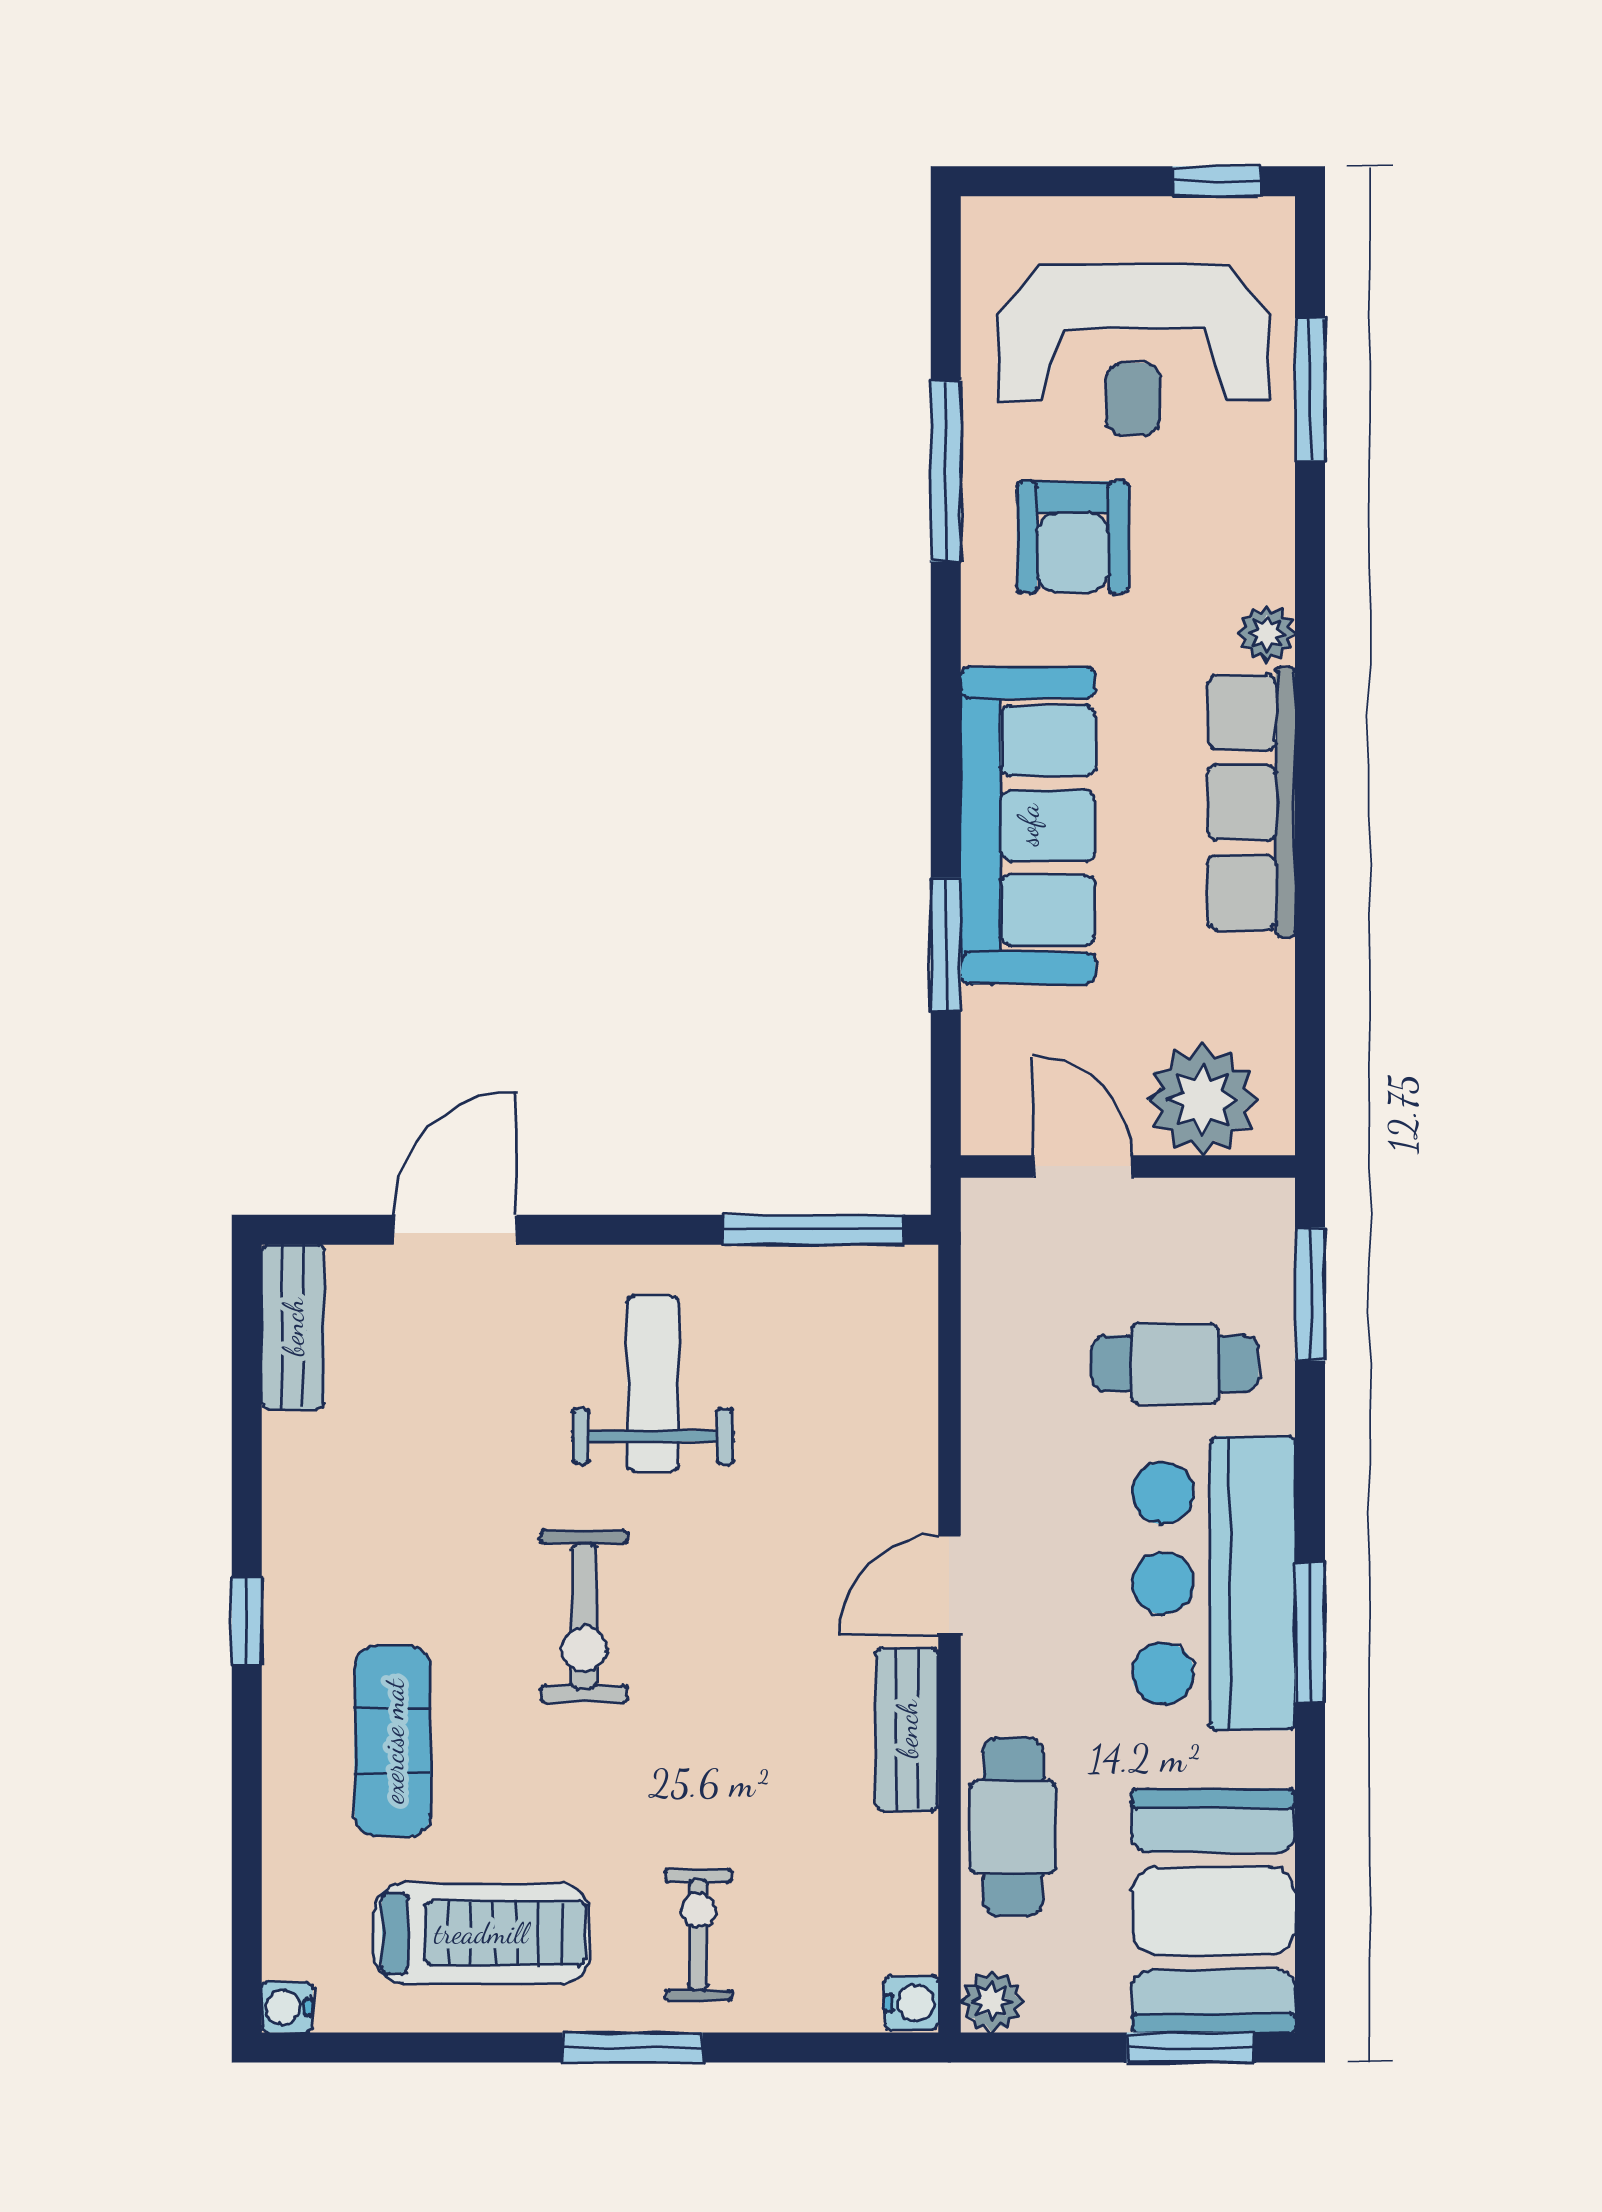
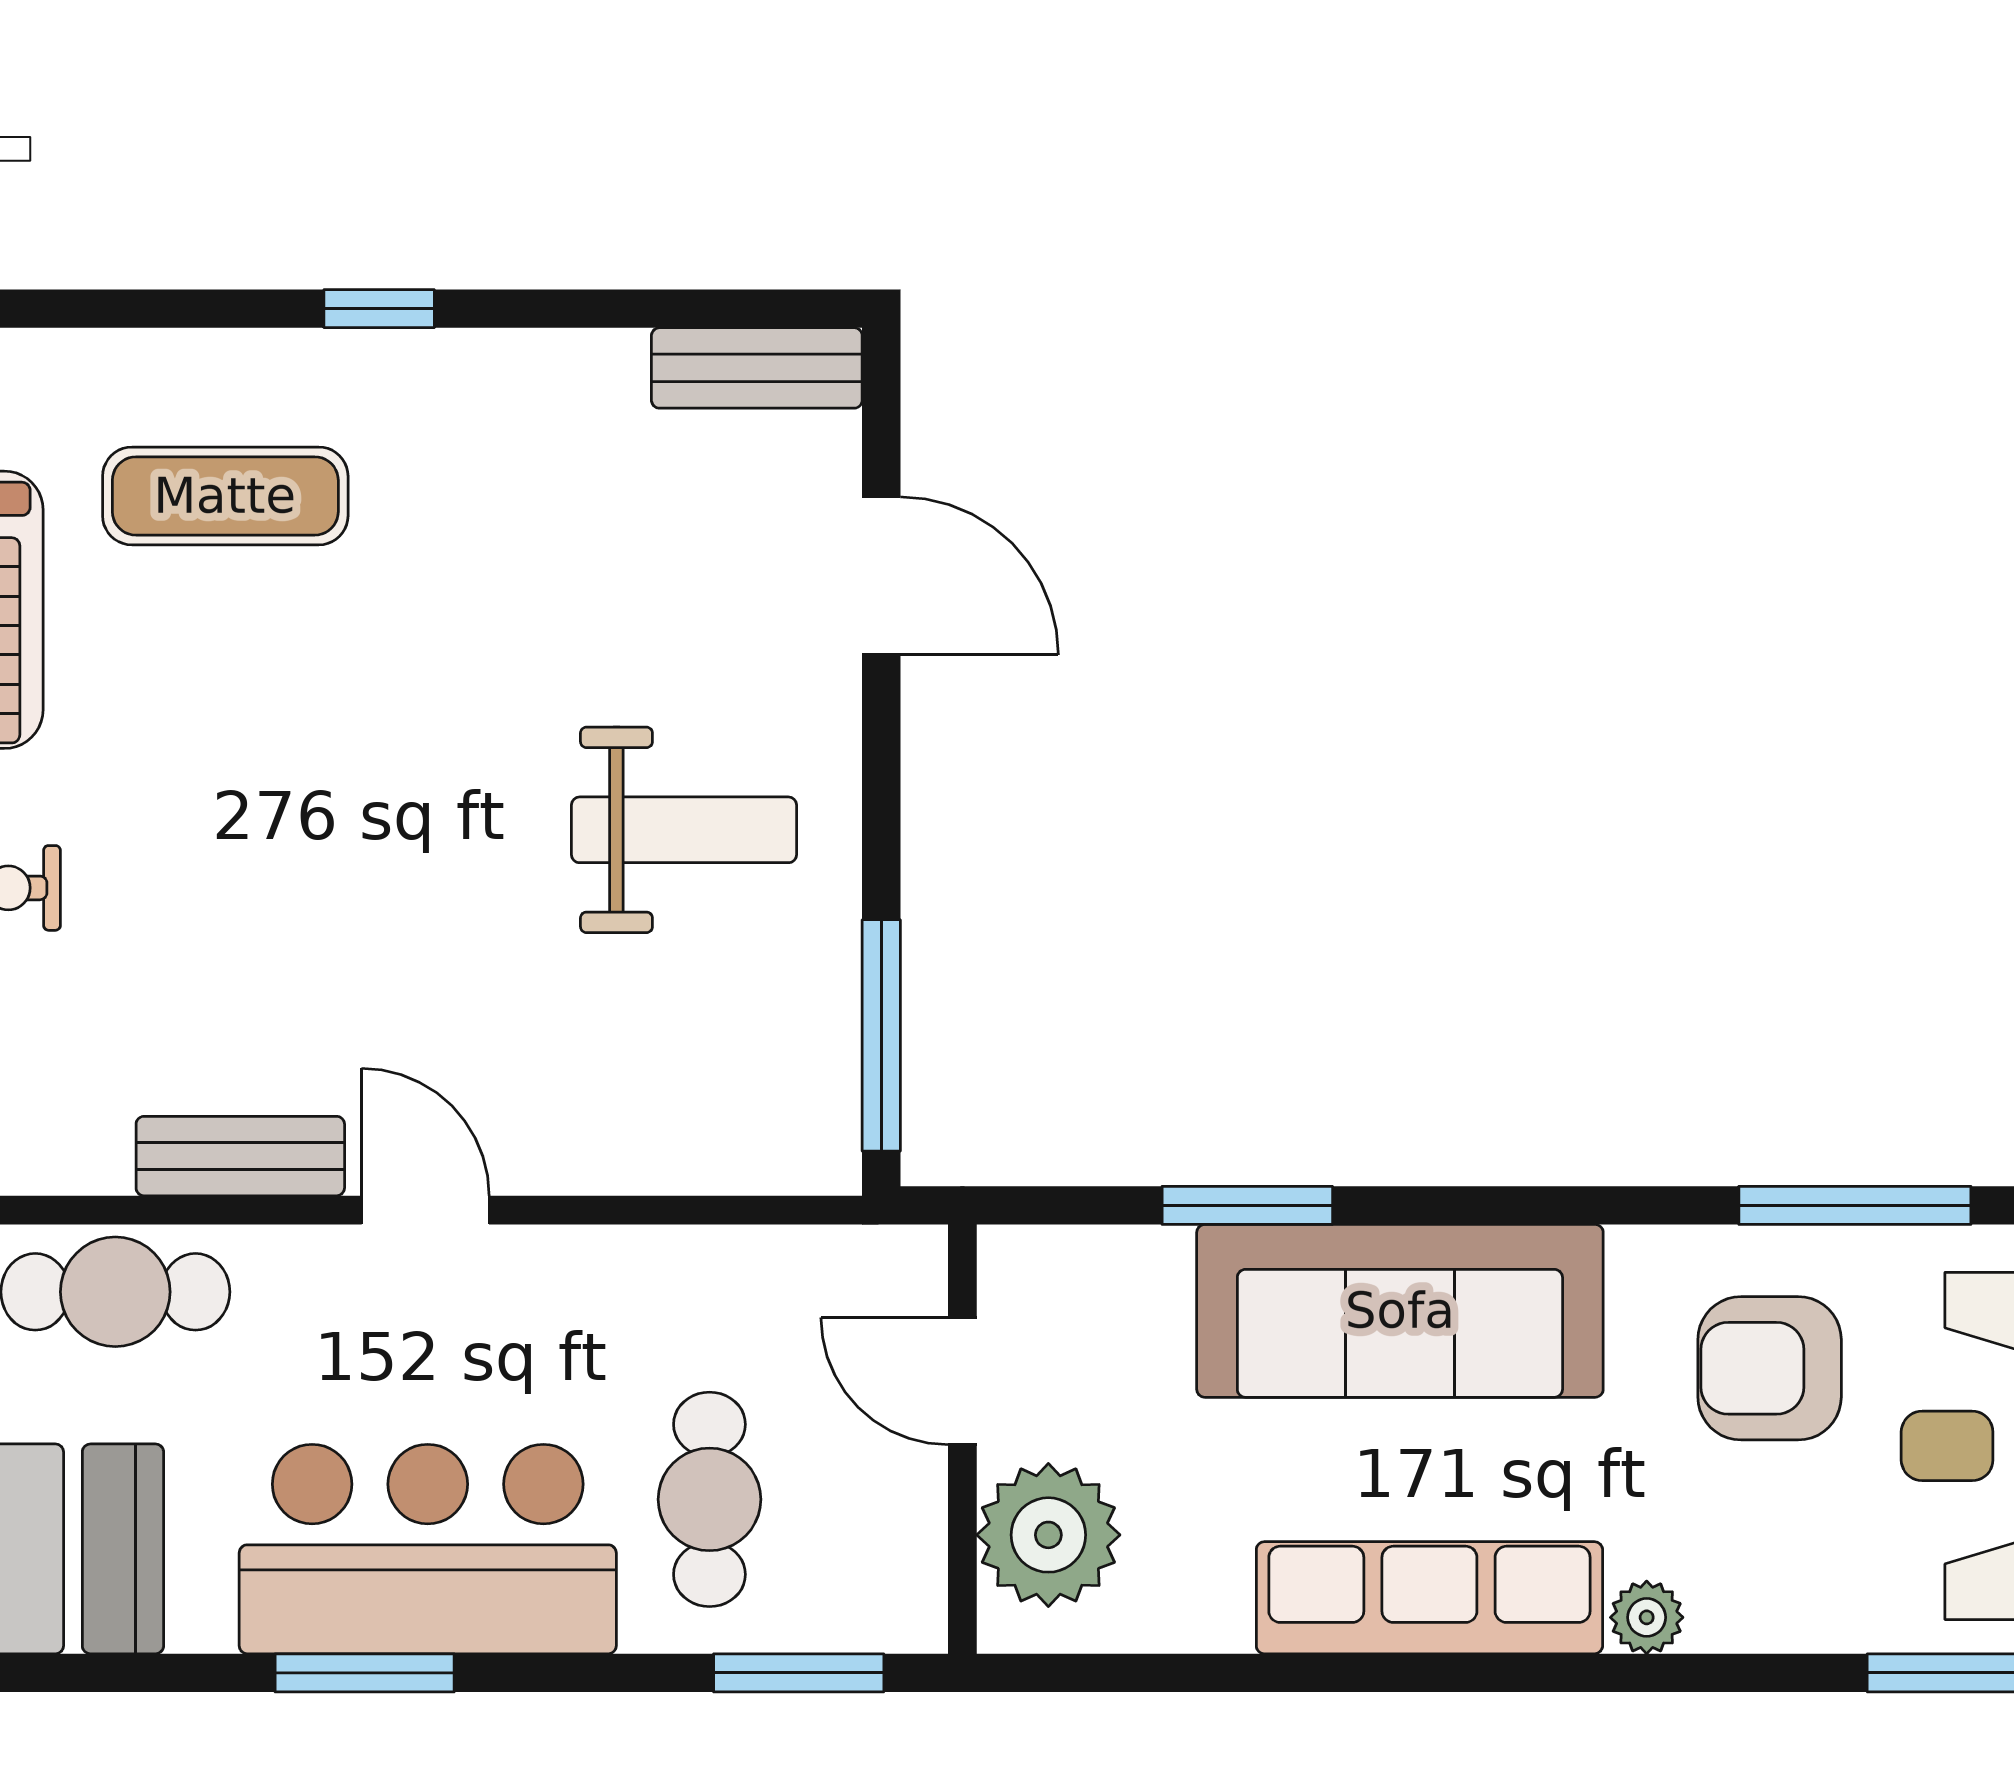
door: (1083, 1166) -> (962, 1381), swing flipped
exercise bike: (584, 1616) -> (385, 742), removed

